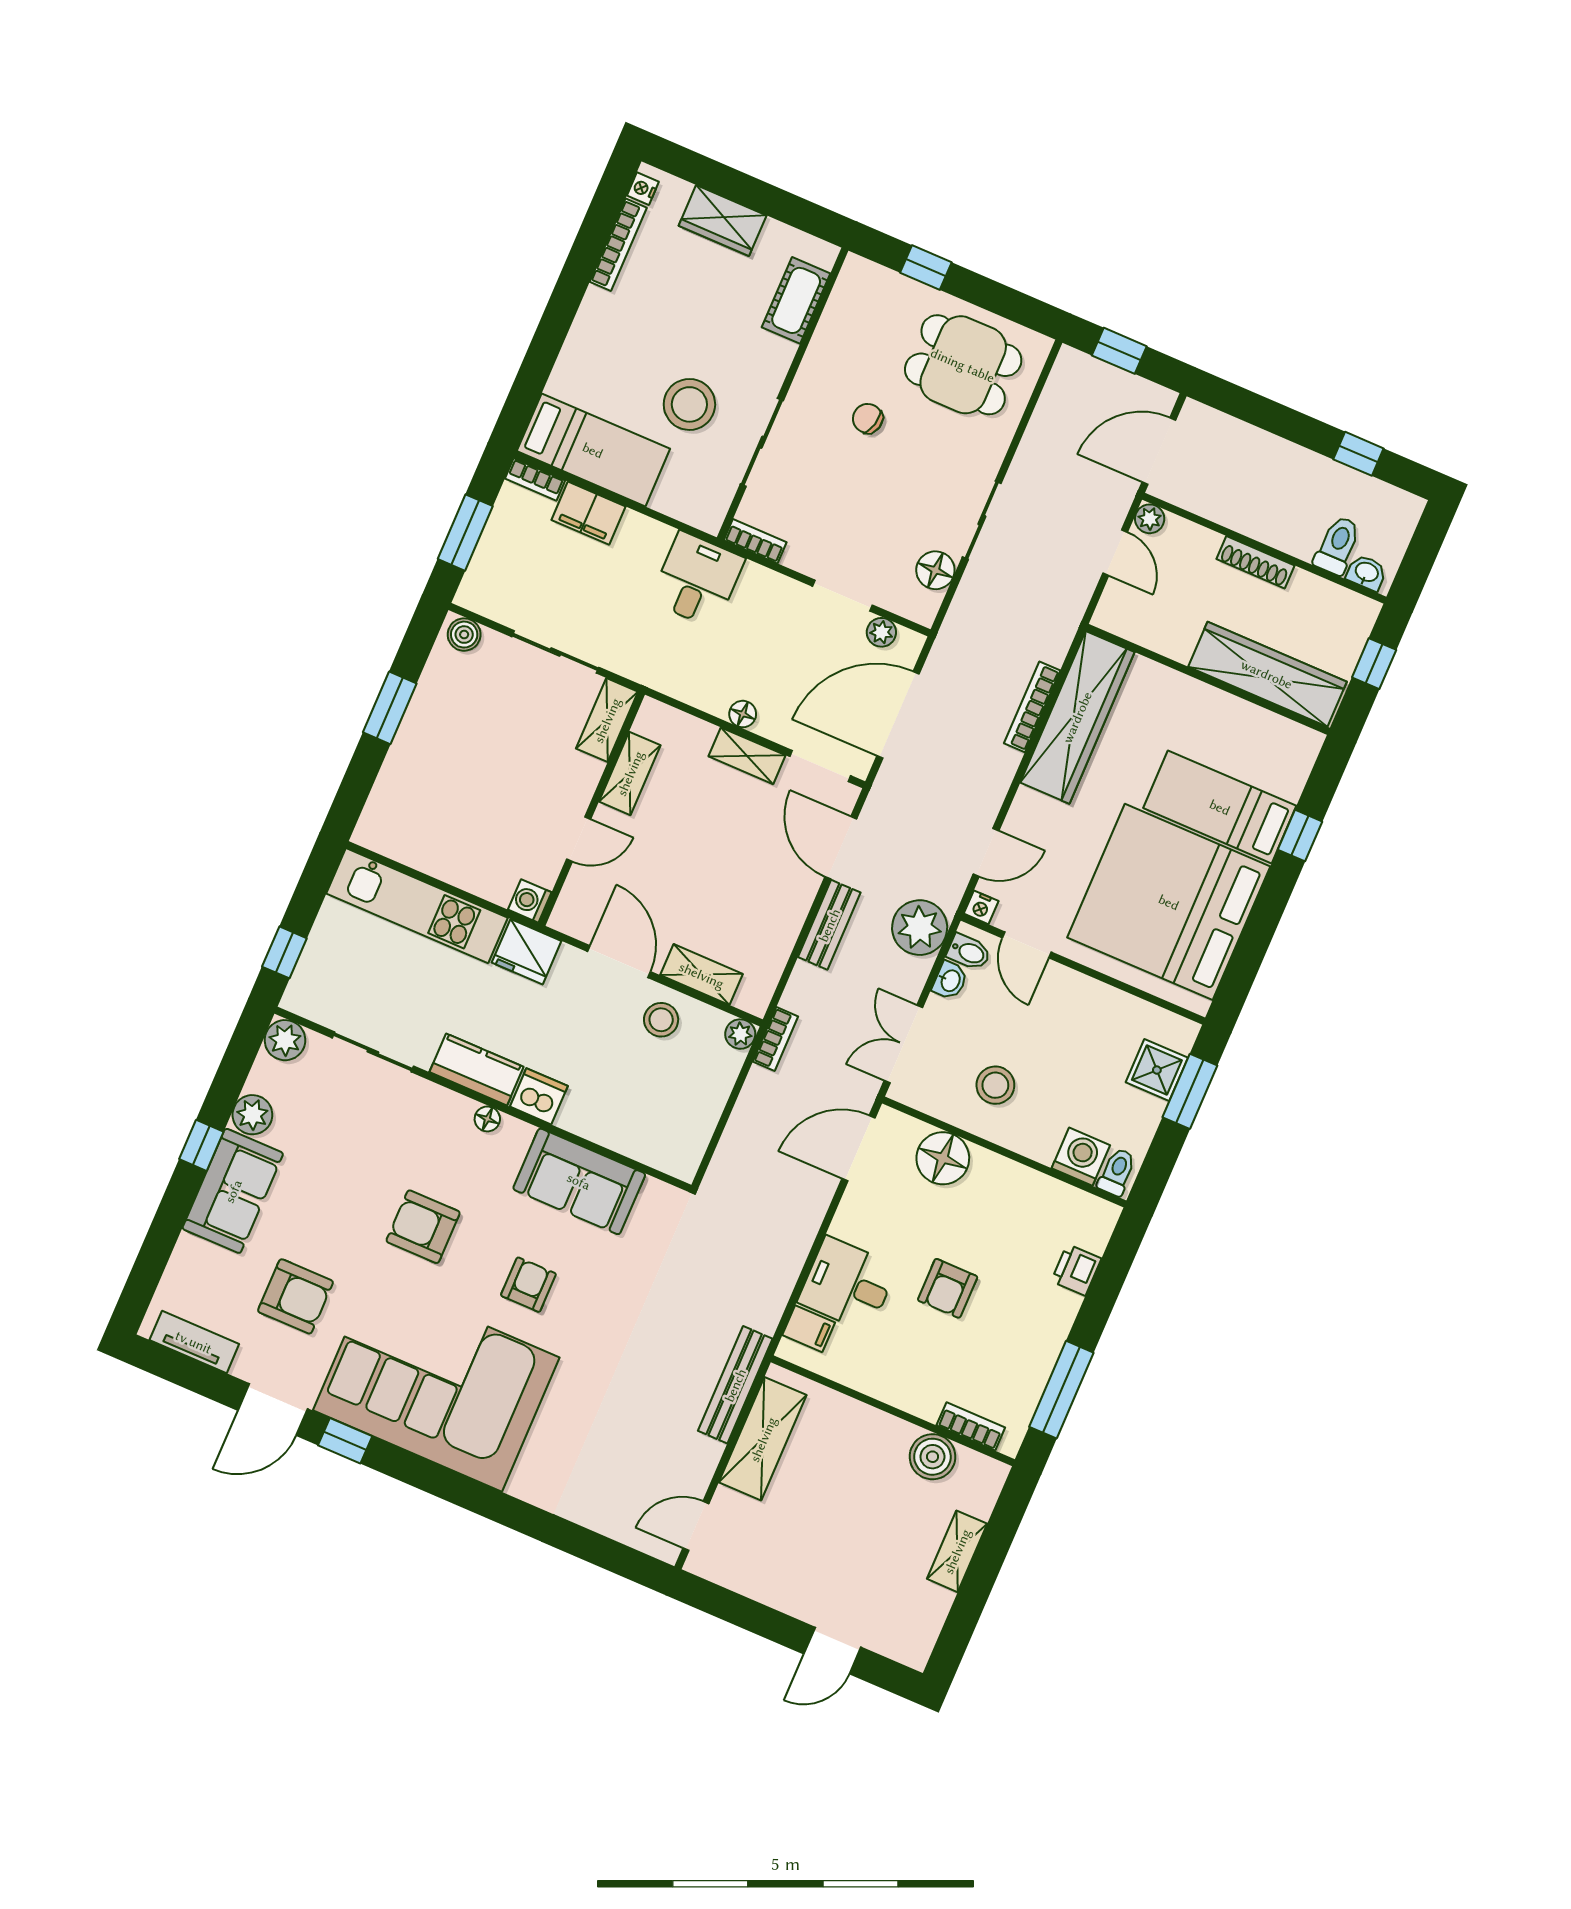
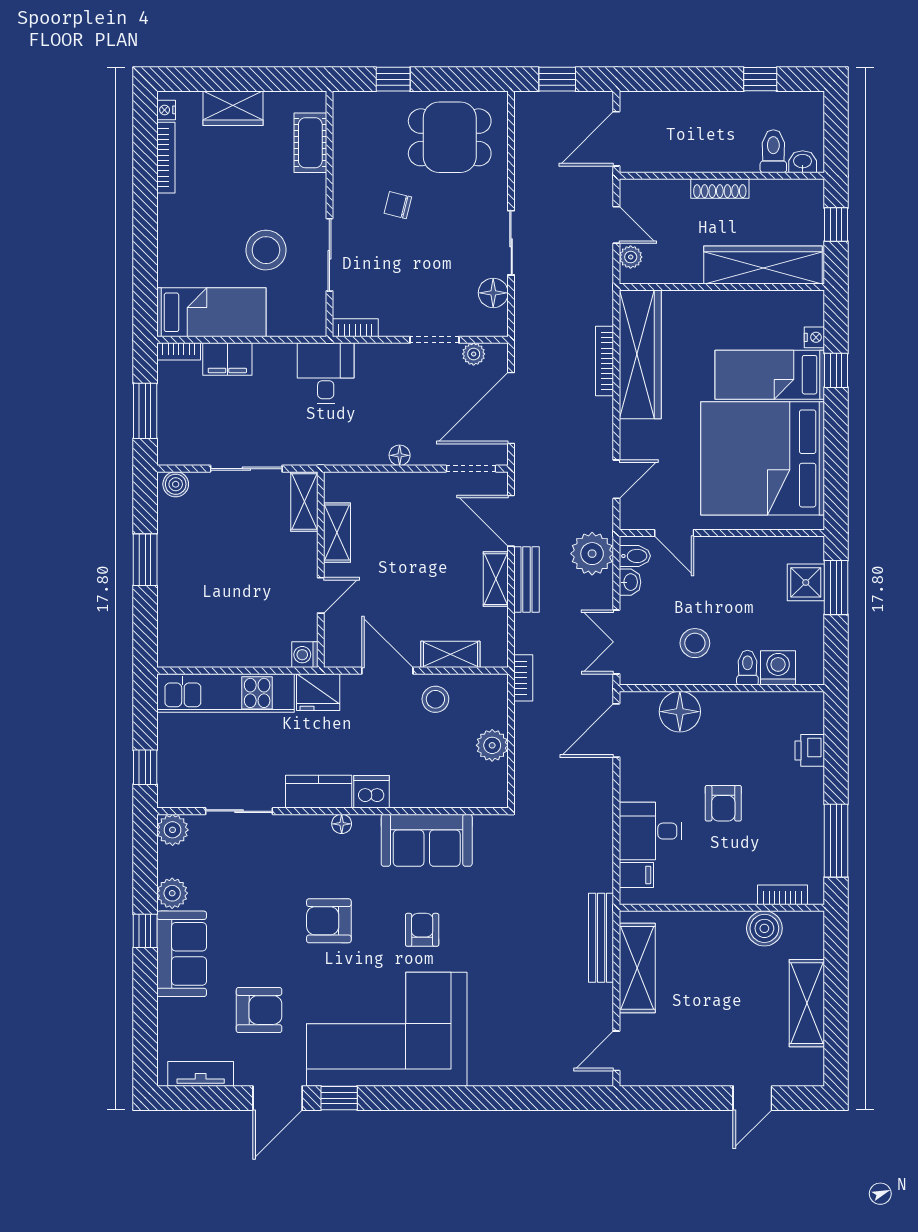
plant: (1150, 519) -> (631, 257), moved
shelving: (747, 756) -> (496, 579), moved, turned 90
nightstand: (981, 907) -> (814, 337), moved, turned -90
plant: (740, 1034) -> (492, 745), moved, width x1.38, depth x1.38
toilet: (1117, 1172) -> (747, 668), moved
shelving: (957, 1551) -> (807, 1003), width x1.50, depth x1.33

